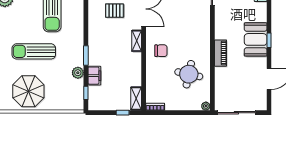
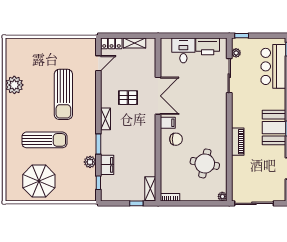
filing cabinet: (153, 35) -> (168, 123), added
shelving: (137, 41) -> (106, 119), moved
sun lounger: (34, 51) -> (44, 140), turned 180

